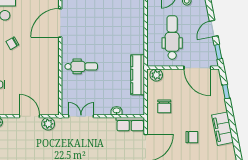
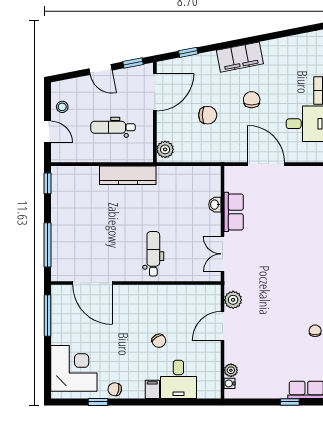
dental chair: (172, 38) -> (113, 127), width x0.73, depth x0.72
chair: (12, 43) -> (159, 341), moved
kitchen counter: (138, 75) -> (128, 175), moved
chair: (164, 106) -> (208, 115), moved
row of seats: (130, 124) -> (234, 212), moved

